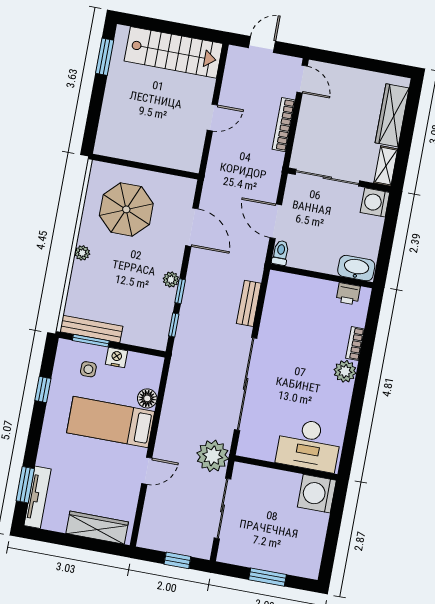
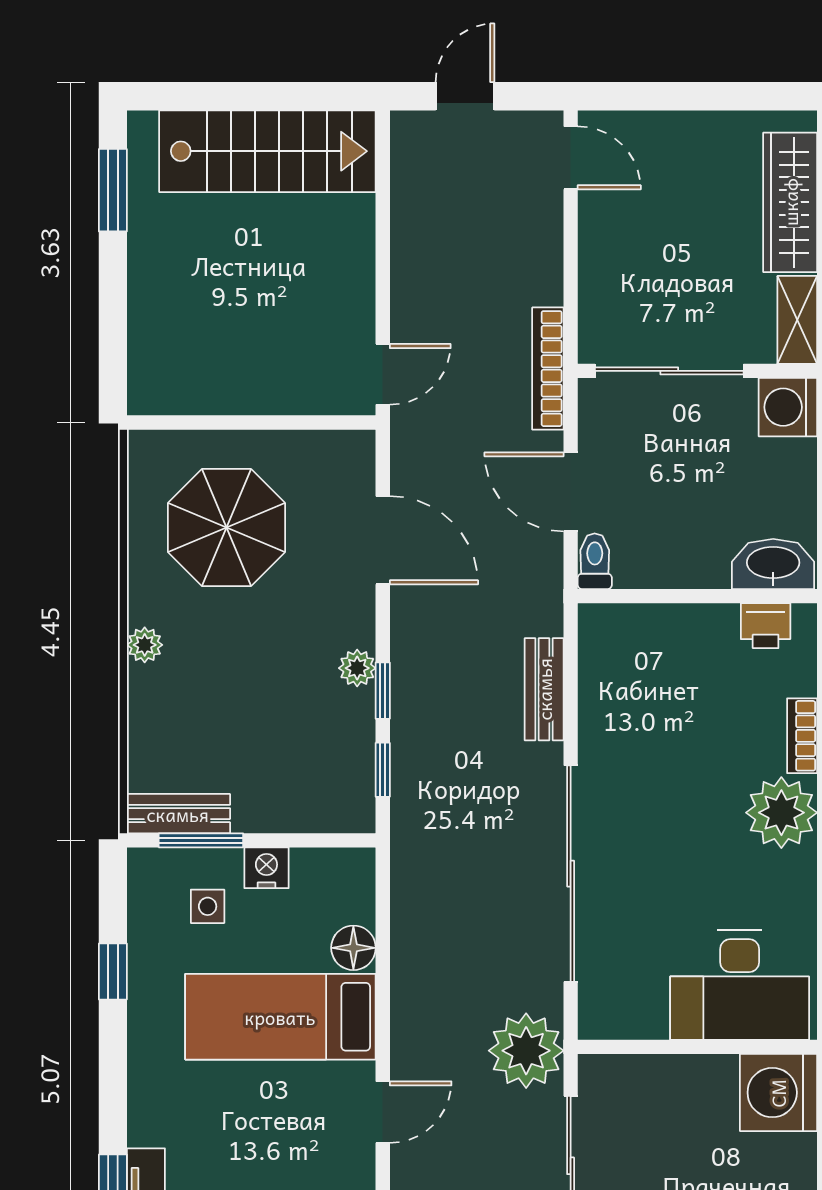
door: (212, 118) -> (383, 374), moved
bookcase: (284, 125) -> (548, 369), moved
bench: (91, 329) -> (178, 814), width x0.73
plant: (345, 371) -> (781, 813), width x1.36, depth x1.36

